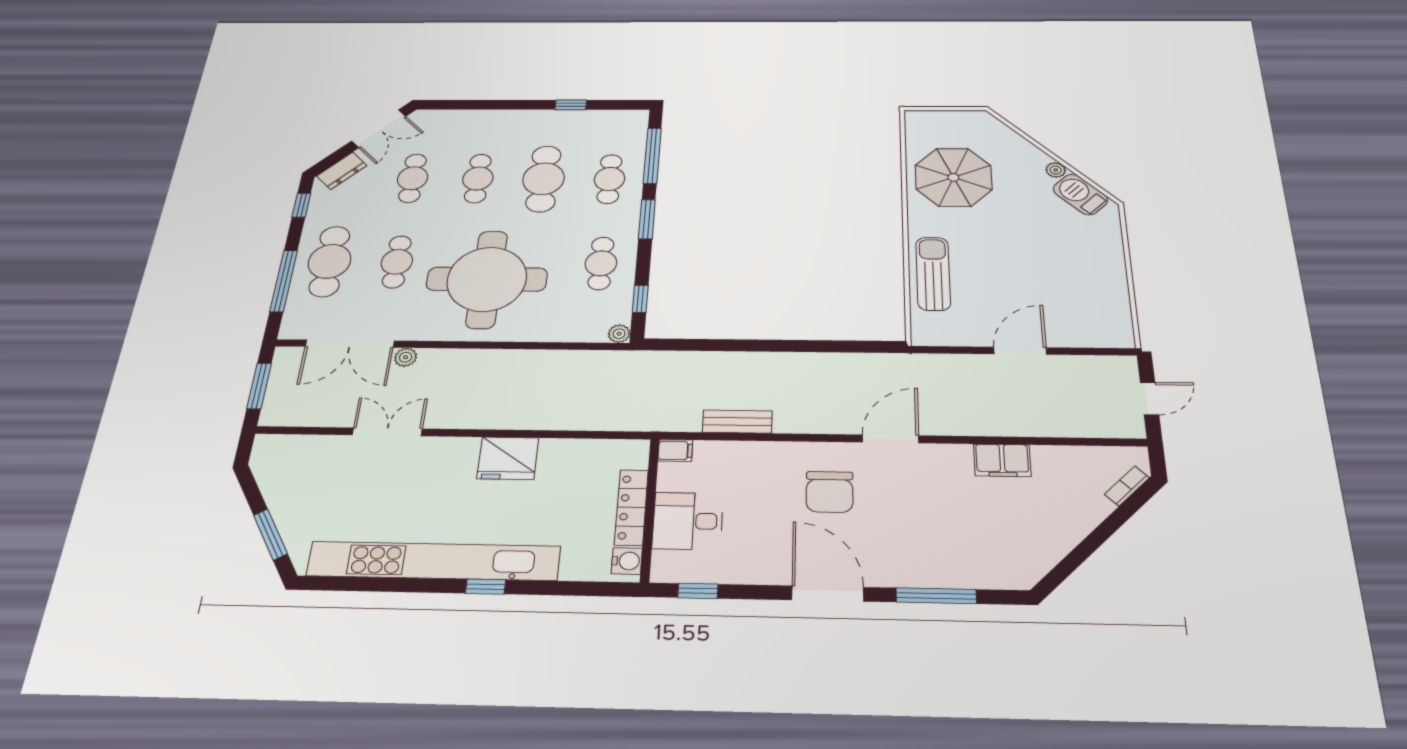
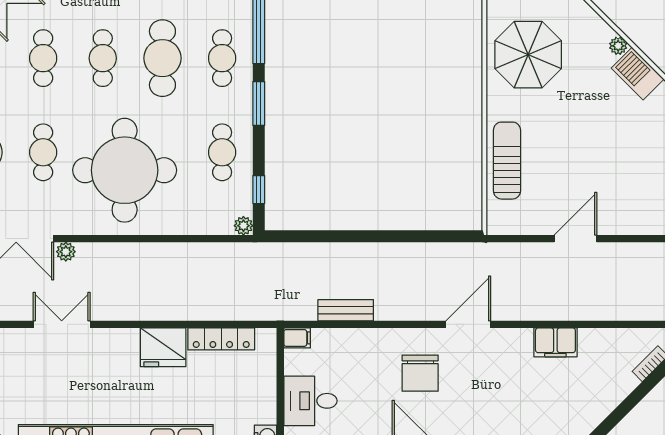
locker: (631, 507) -> (221, 339), moved, turned -90

